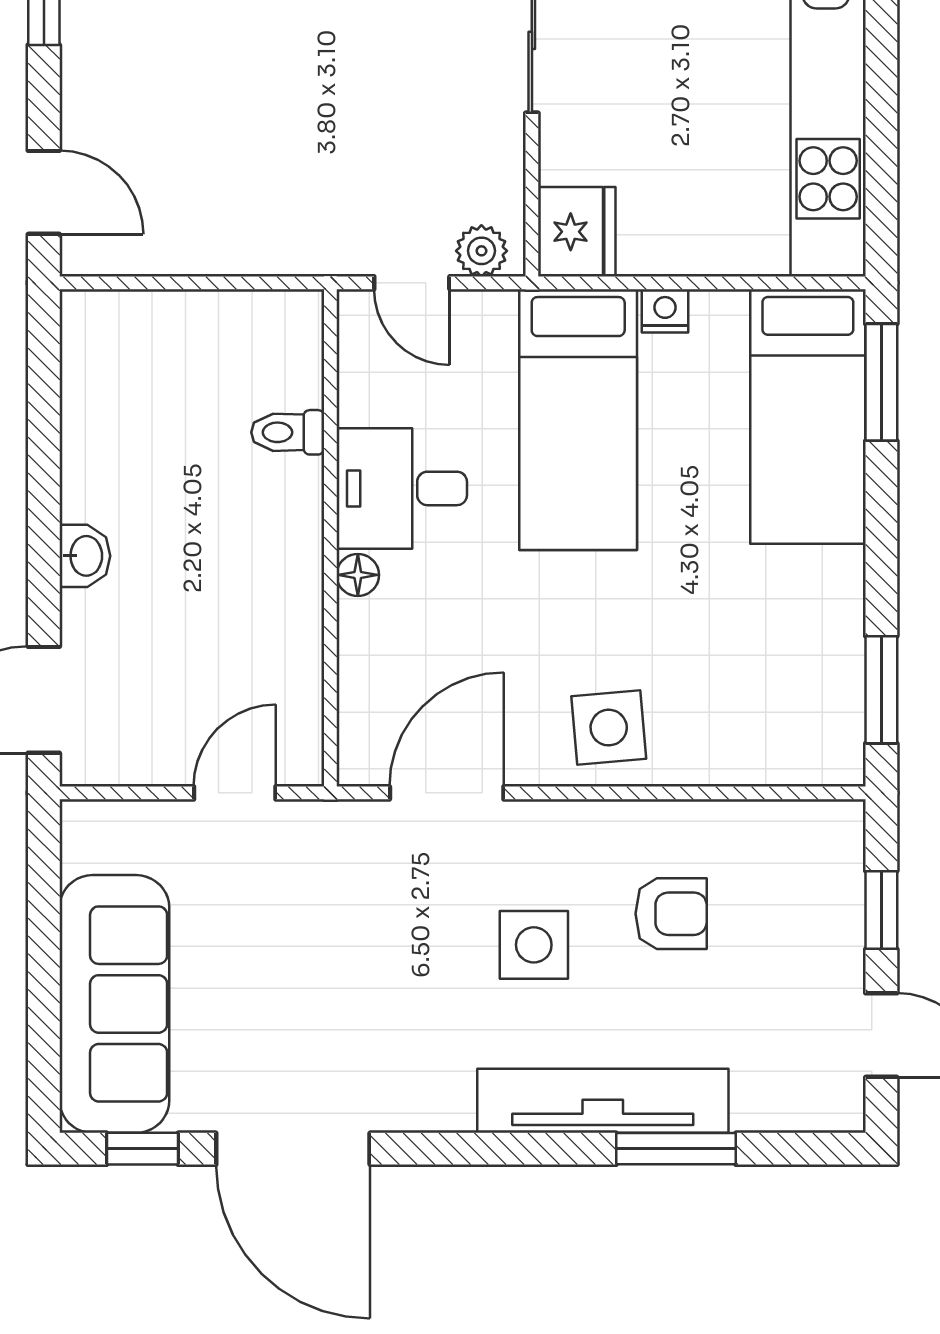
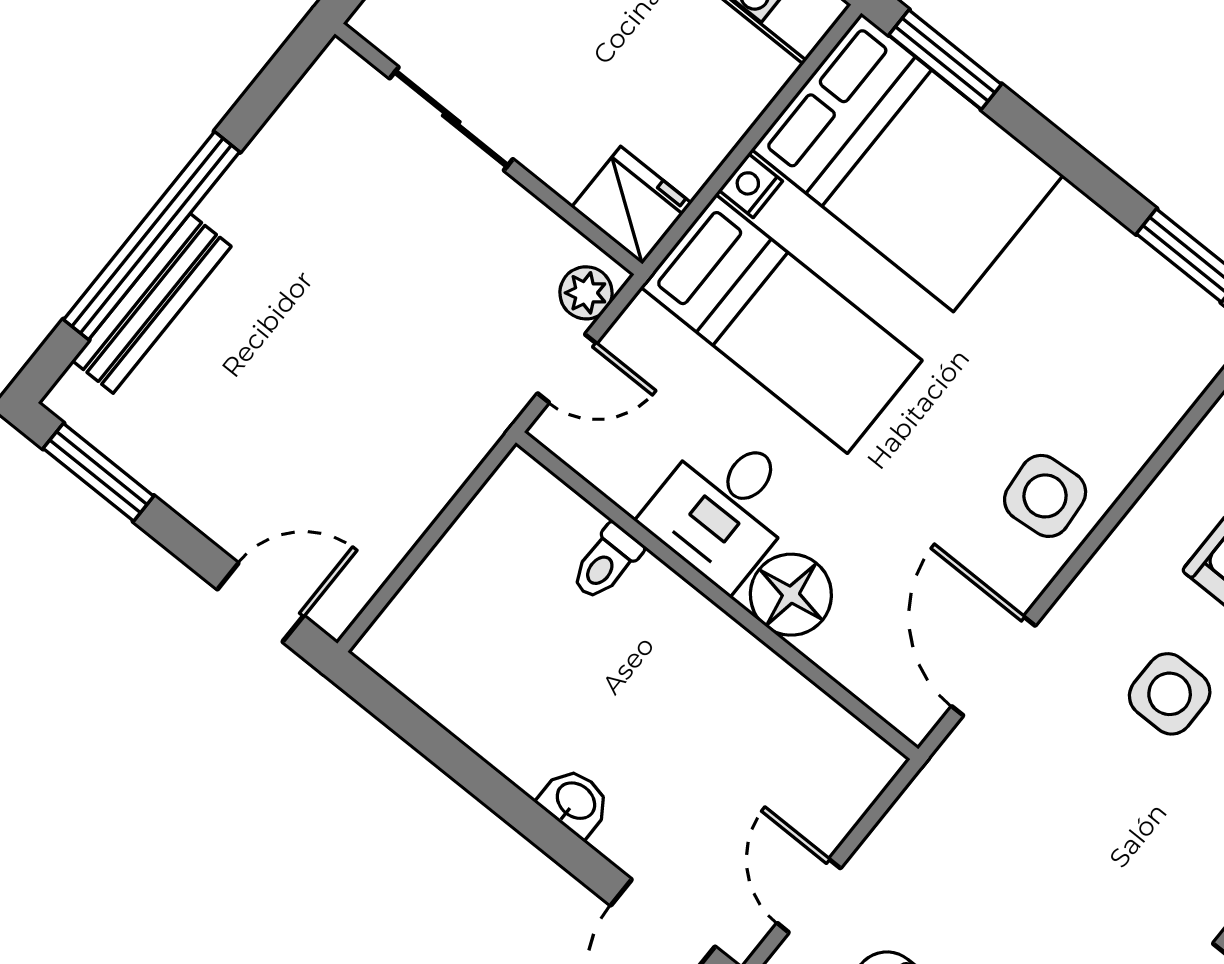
bed: (808, 417) -> (907, 162), width x1.50
floor lamp: (358, 575) -> (791, 595), width x1.89, depth x1.89
door: (235, 793) -> (809, 896), moved

